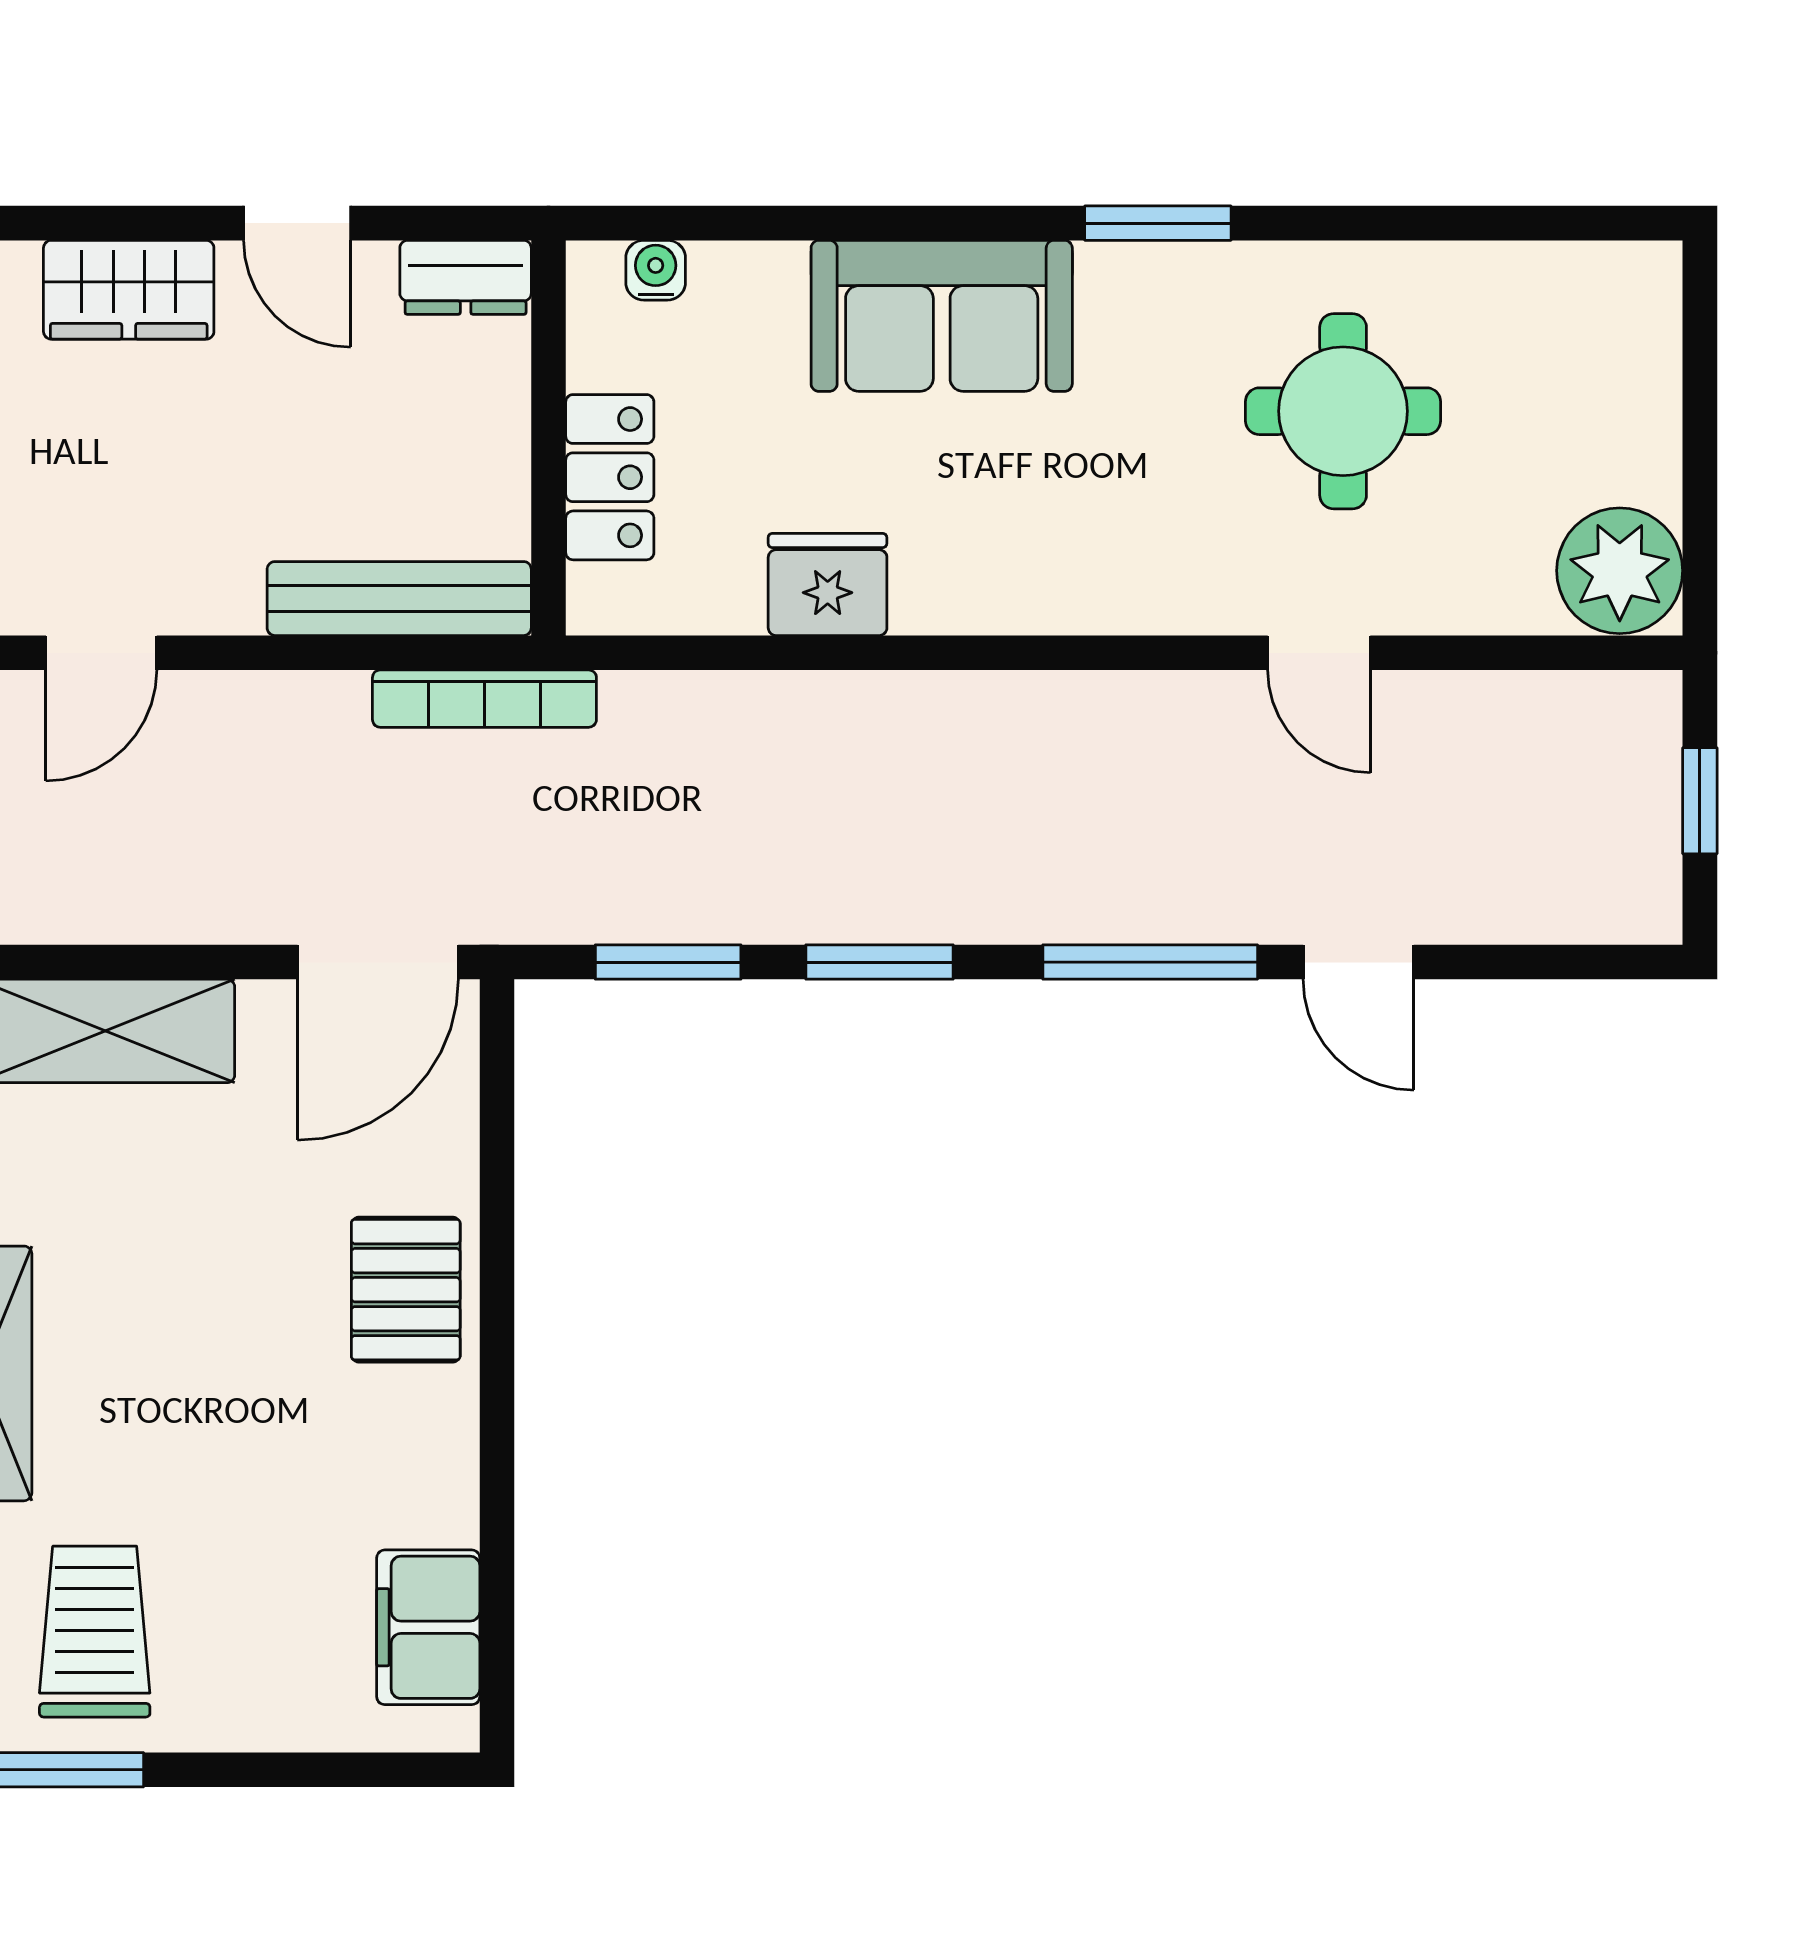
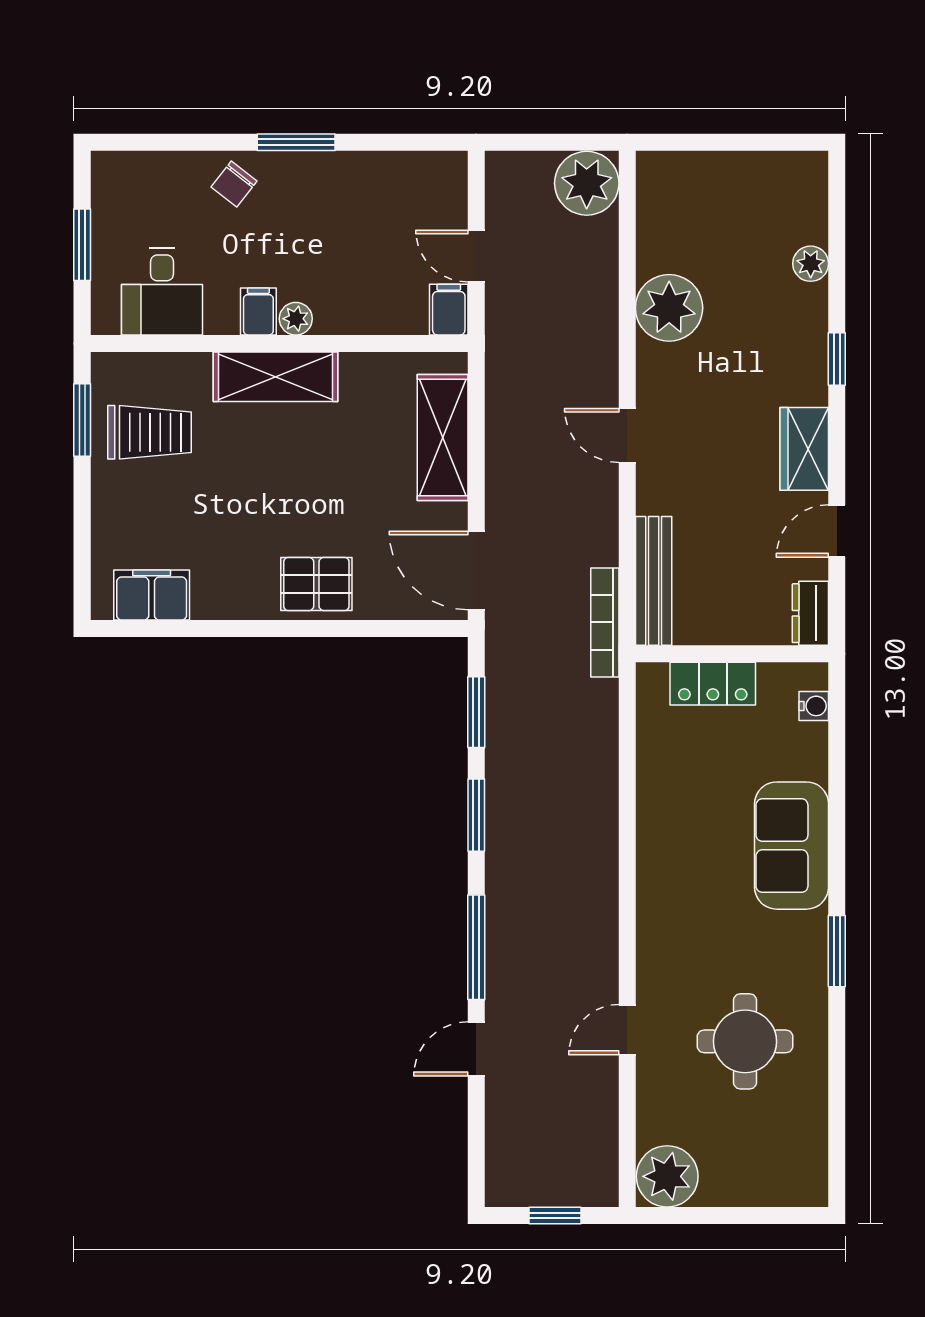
fridge: (828, 584) -> (660, 790), removed

